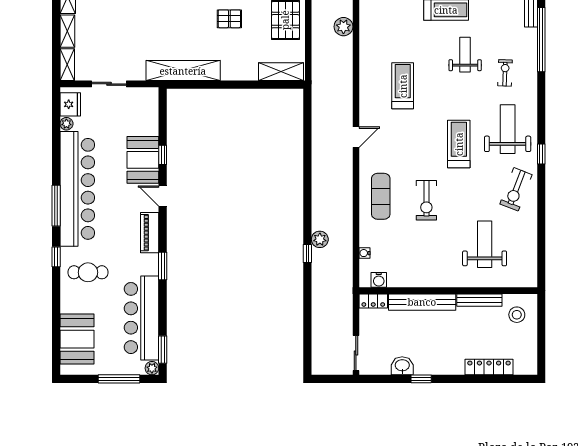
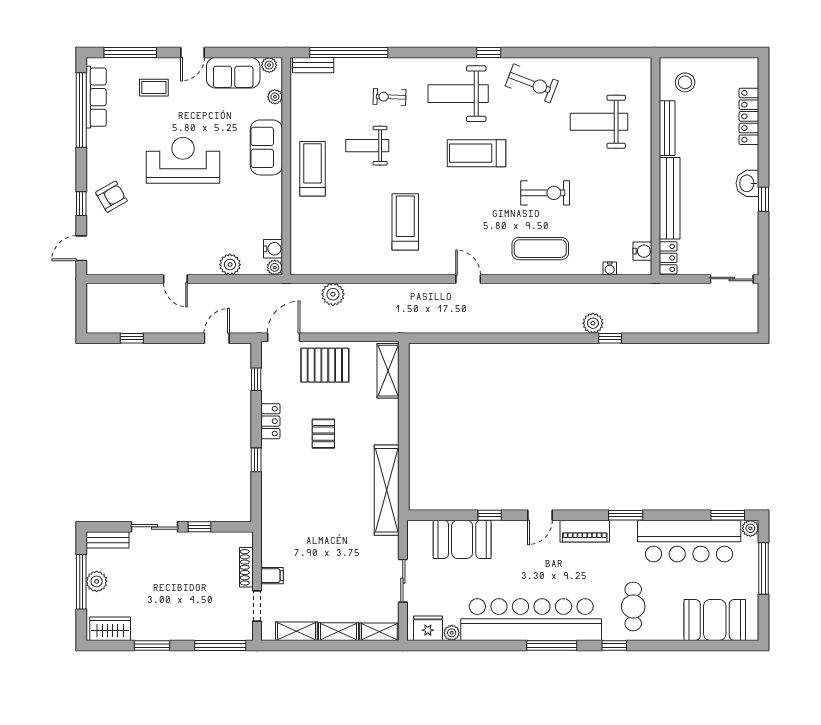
treadmill: (403, 86) -> (405, 222), turned 90
booth: (143, 160) -> (462, 539), moved
washbasin: (402, 366) -> (747, 183), moved

